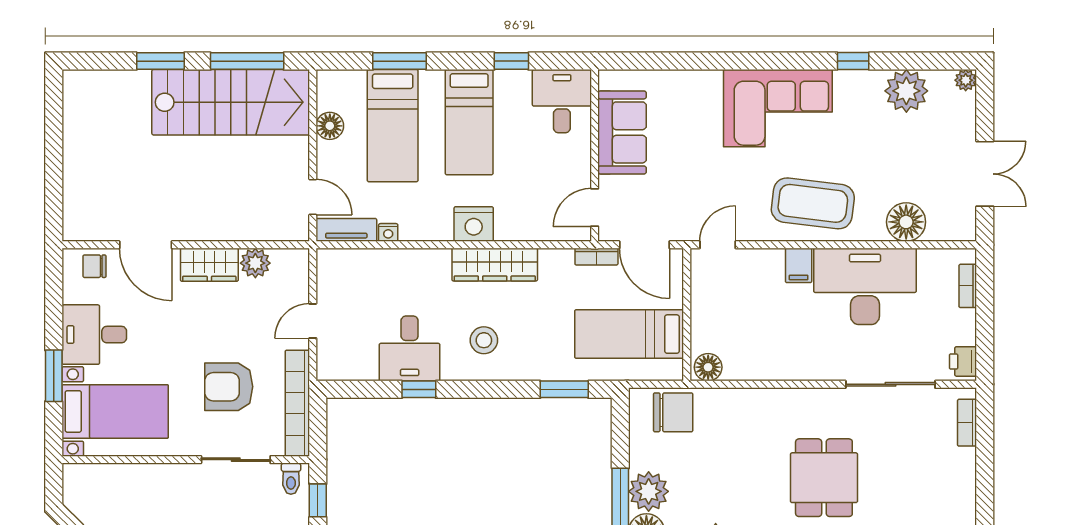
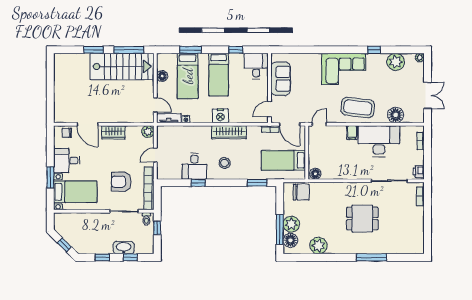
plant: (255, 263) -> (148, 132), moved
dining table: (824, 478) -> (362, 219), turned 90

